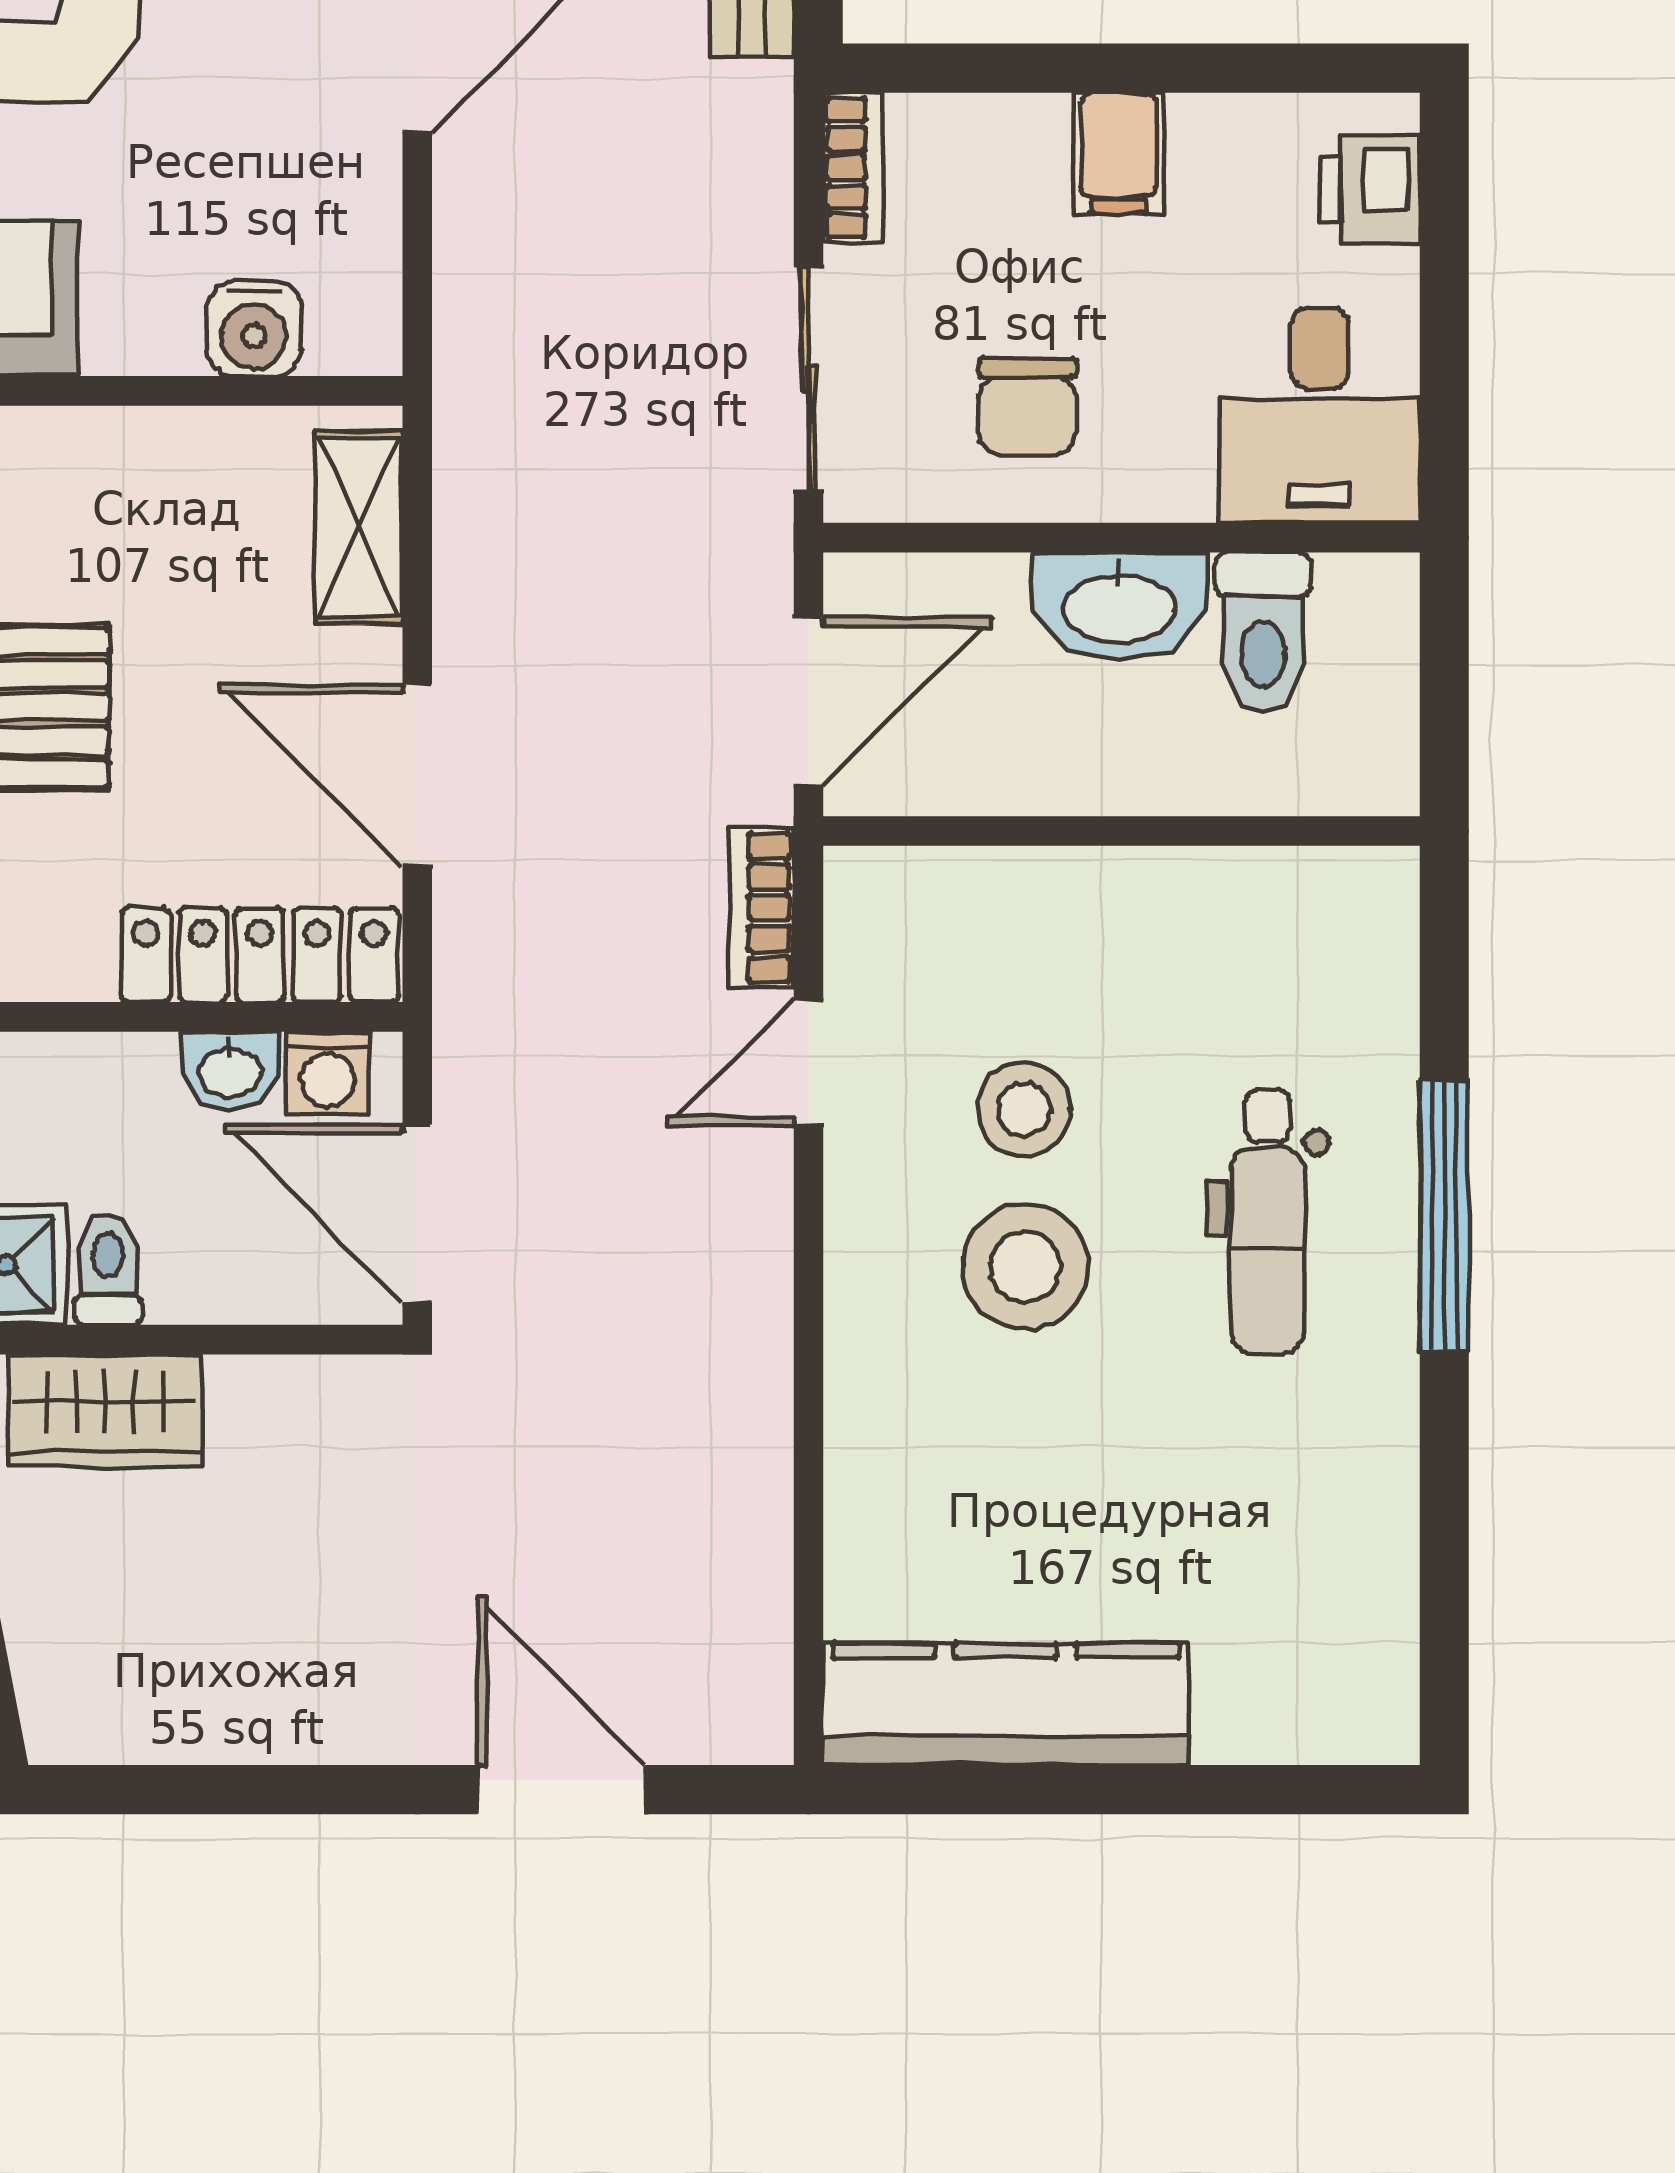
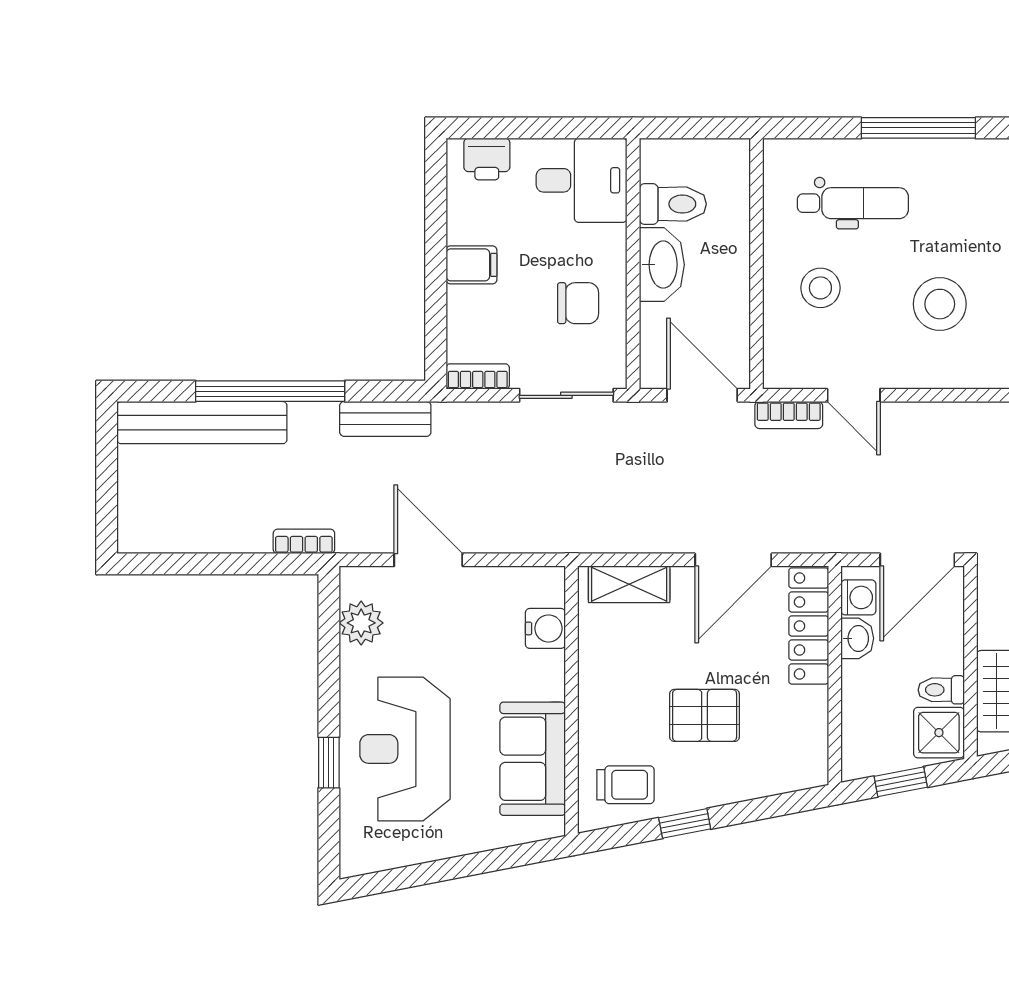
stool: (1024, 1109) -> (820, 288), moved
dental chair: (1267, 1222) -> (853, 203), moved

